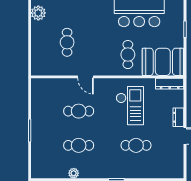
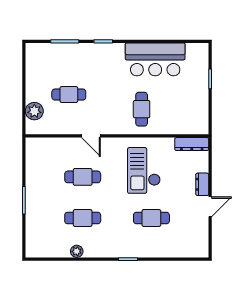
plant: (38, 13) -> (34, 111), moved
cafe table: (67, 42) -> (69, 95), turned 90
booth: (163, 62) -> (184, 118), removed
checkout: (130, 106) -> (144, 170), turned 180

